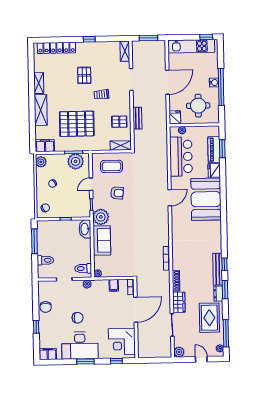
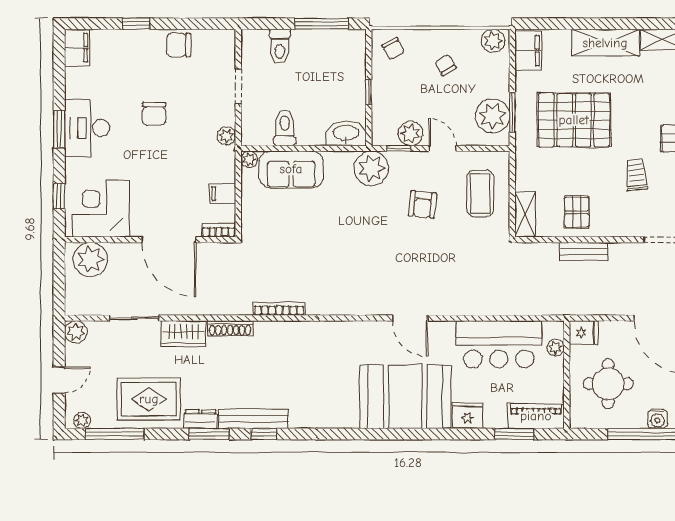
pallet: (77, 124) -> (574, 120), turned 90
piano: (214, 150) -> (536, 416), moved
plant: (84, 199) -> (410, 134), added
sofa: (102, 240) -> (291, 169), moved
toilet: (83, 268) -> (285, 128), moved
desk: (80, 346) -> (87, 128), width x0.73, depth x0.77
plant: (145, 346) -> (90, 260), added

